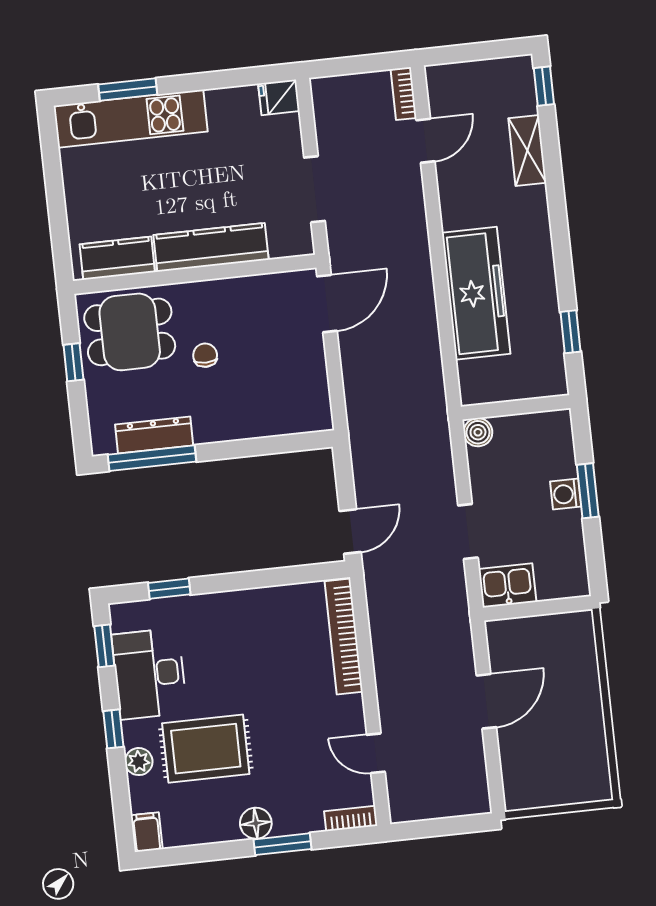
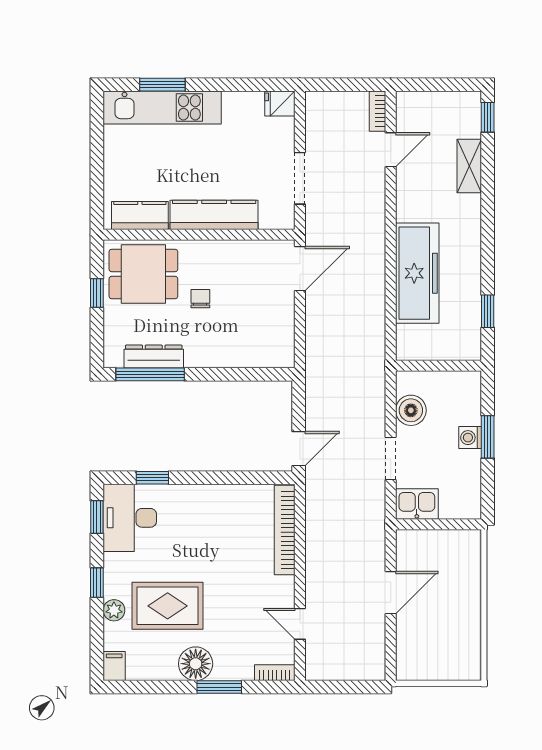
boiler: (478, 432) -> (411, 410), moved, width x1.36, depth x1.36
desk: (149, 674) -> (130, 518), moved
floor lamp: (256, 823) -> (196, 664), width x1.38, depth x1.38

